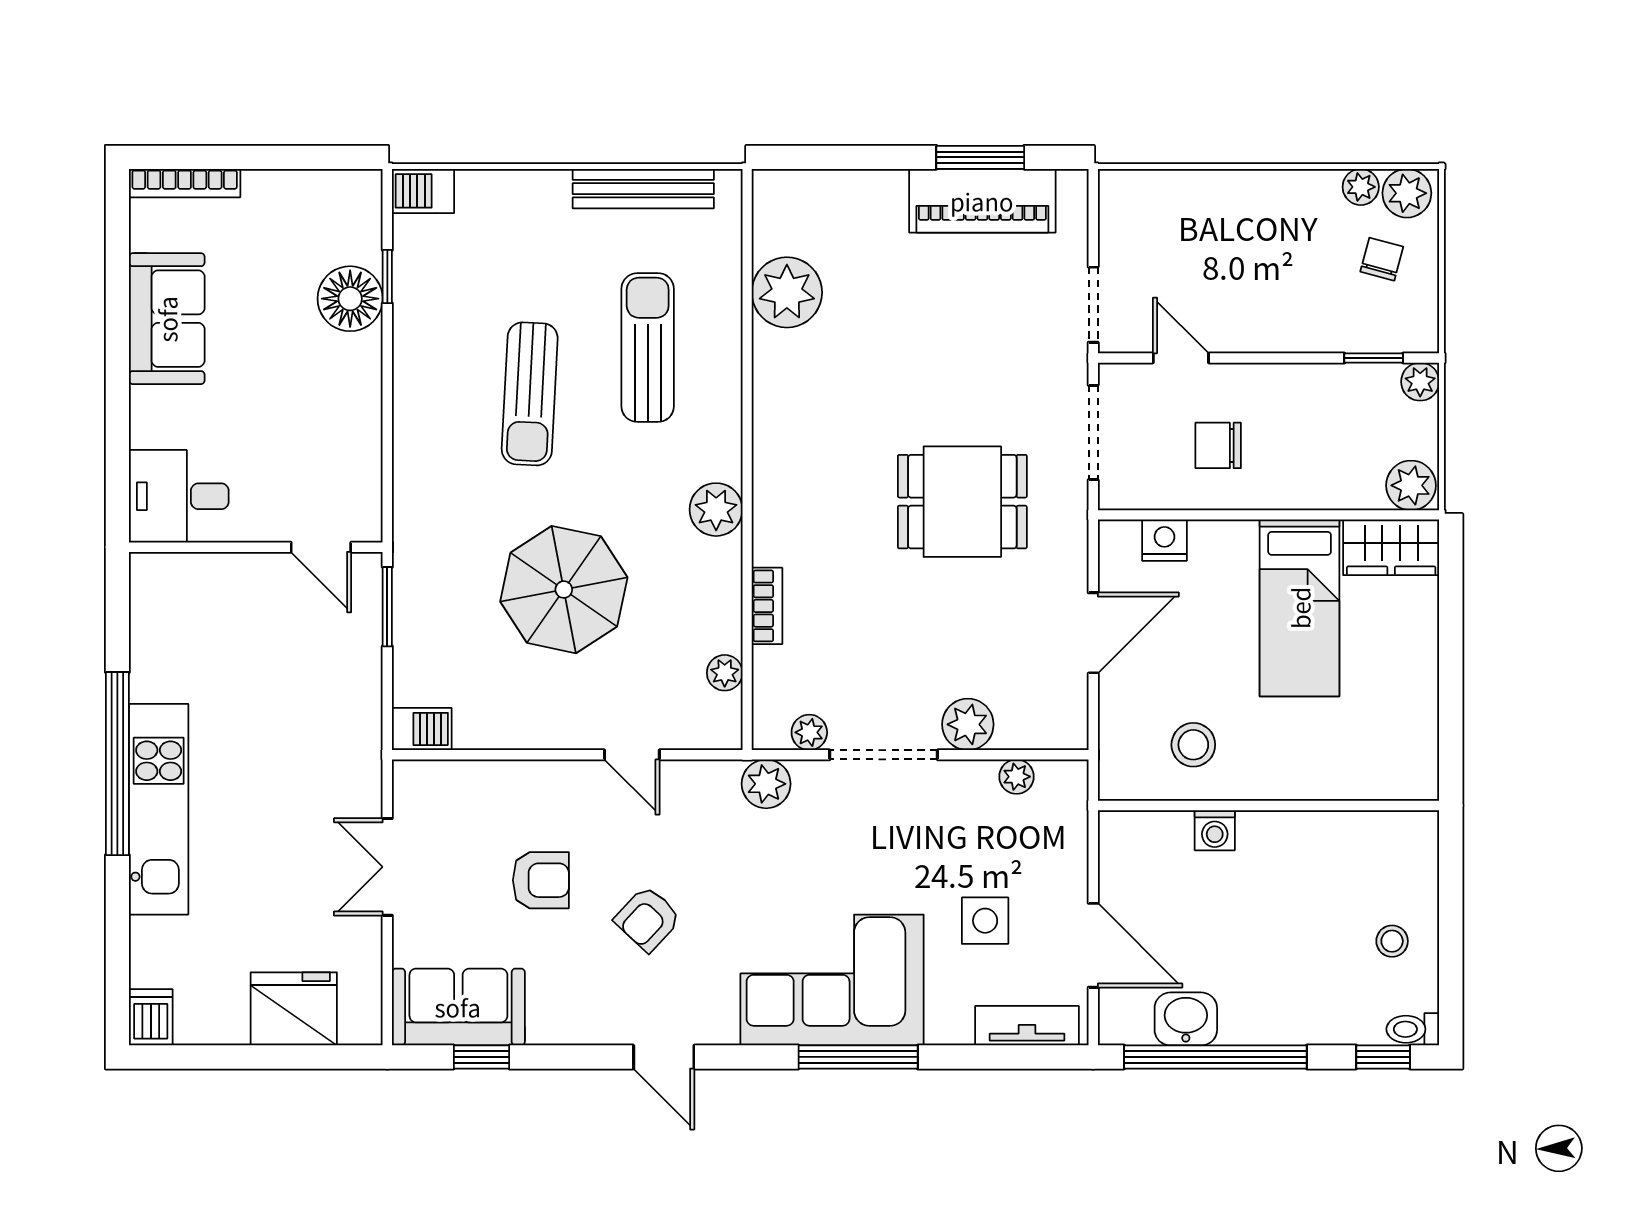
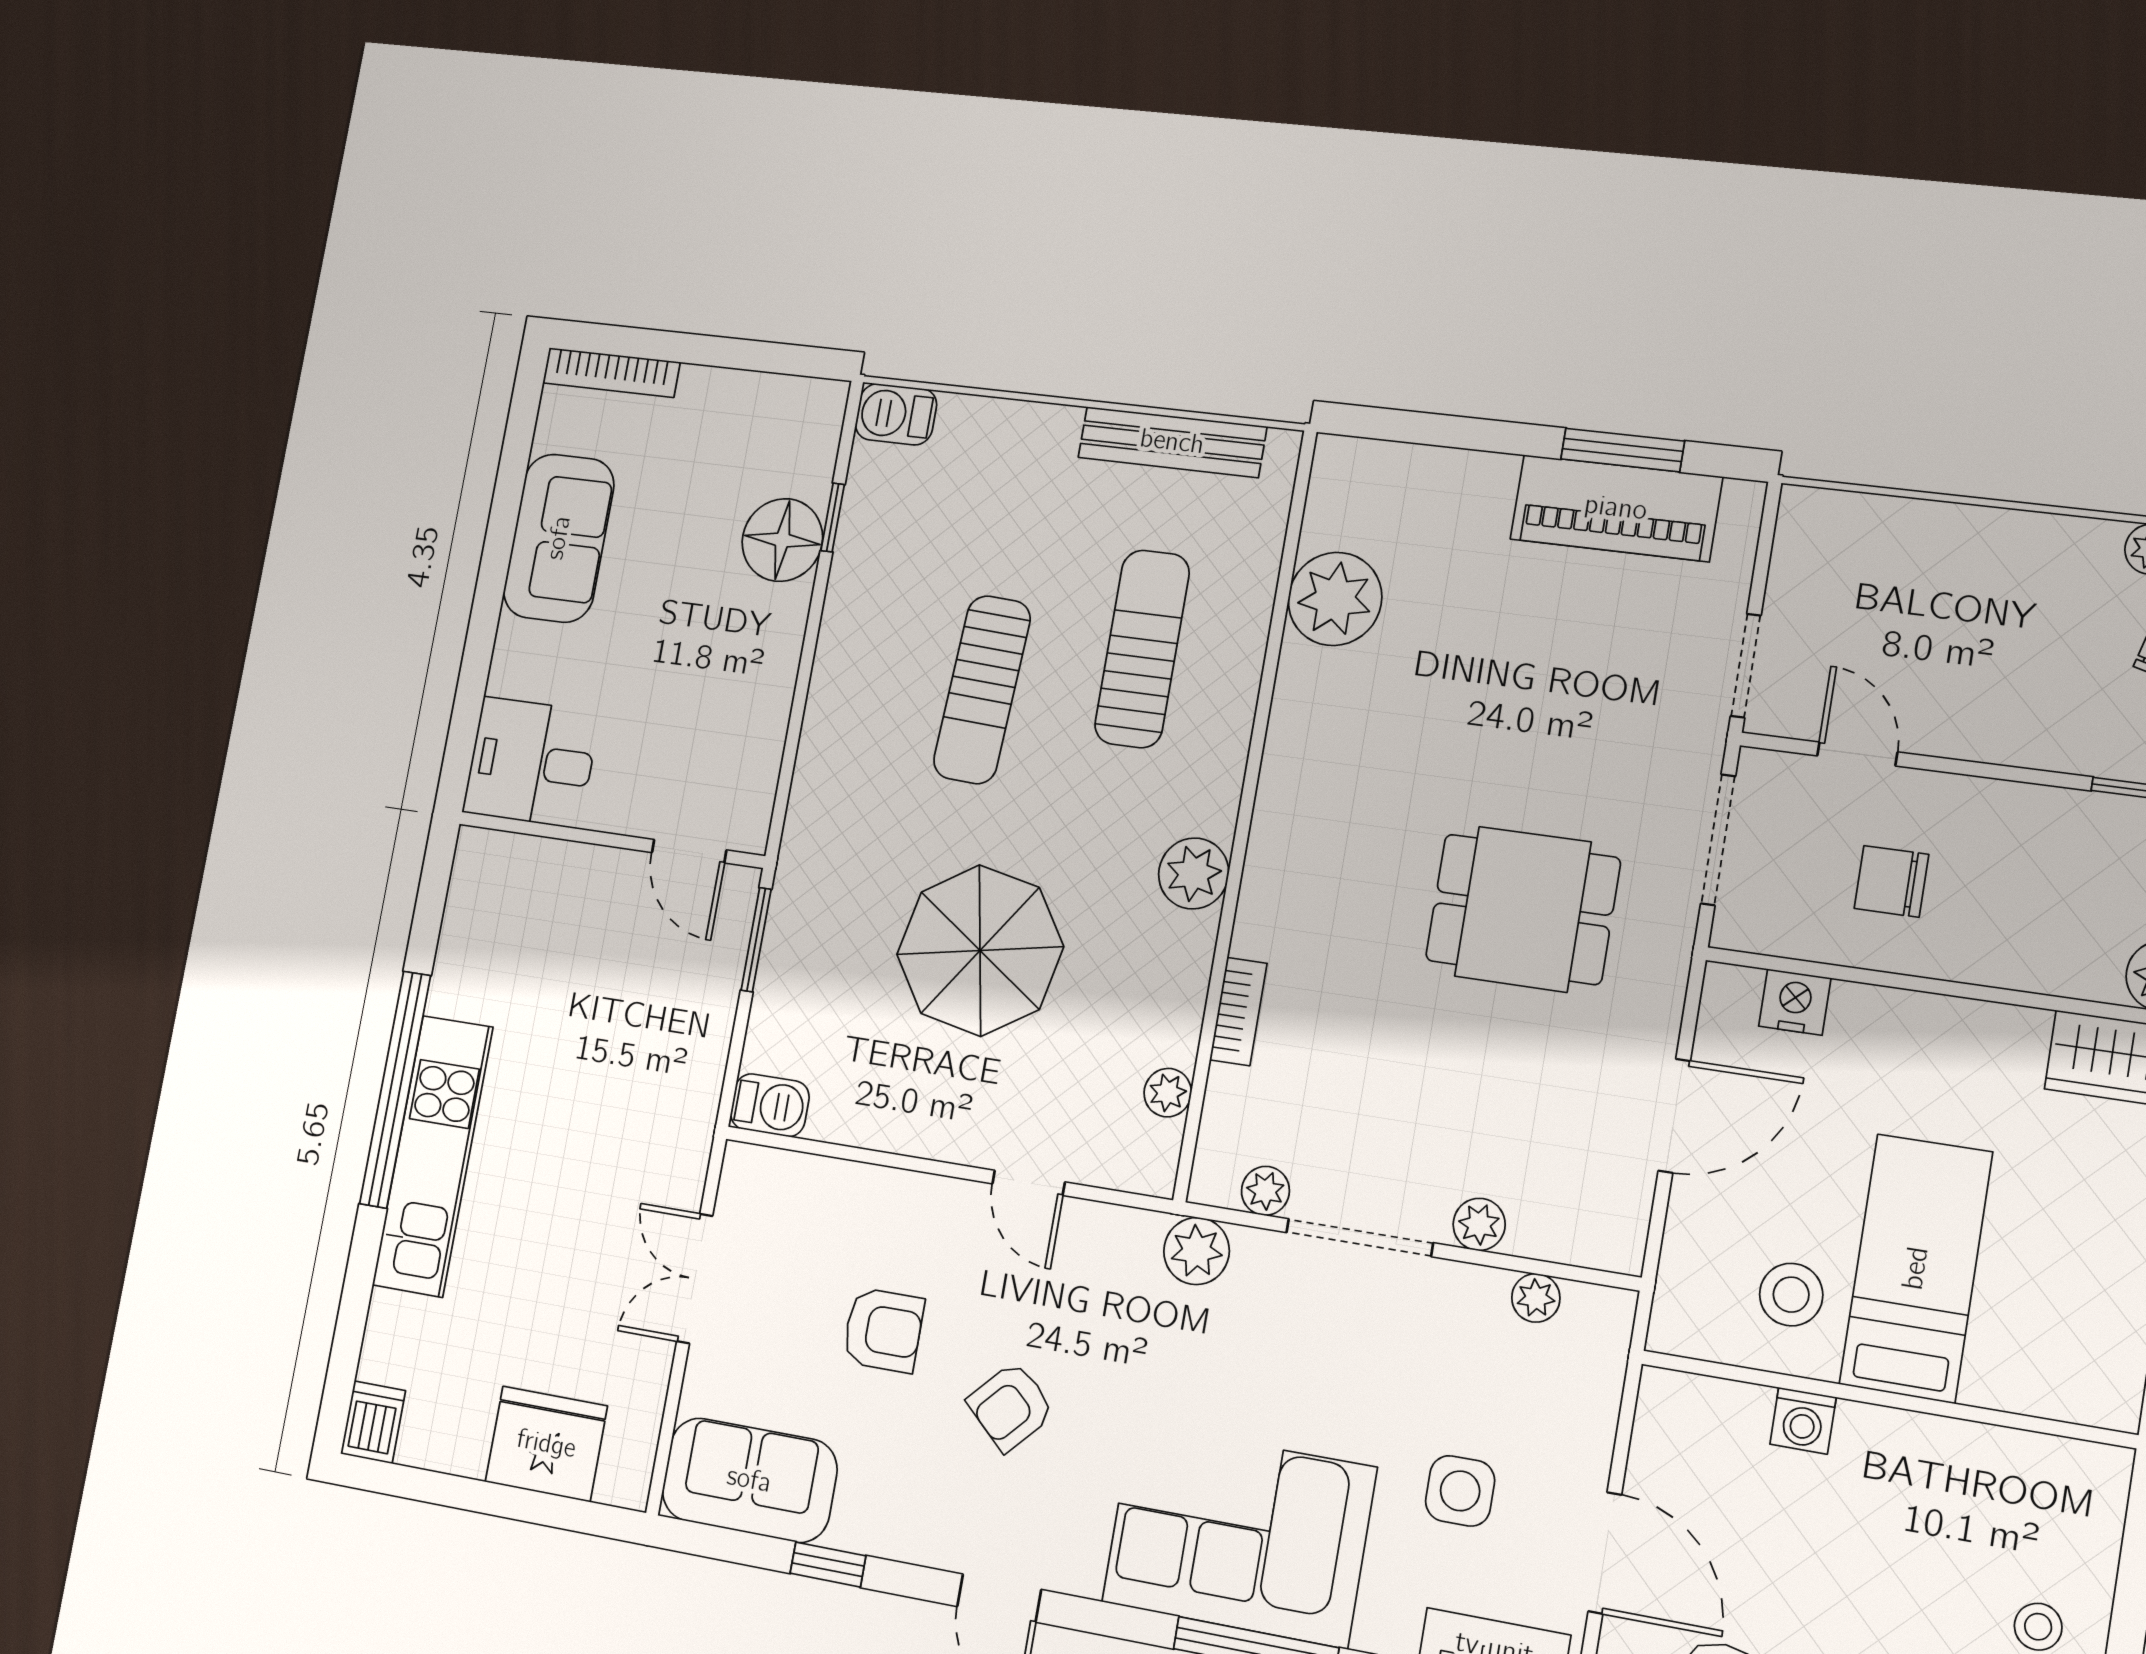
bed: (1300, 608) -> (1916, 1268), moved, turned 180
plant: (968, 724) -> (1479, 1224), width x0.73, depth x0.73
window: (482, 1057) -> (828, 1565), moved

